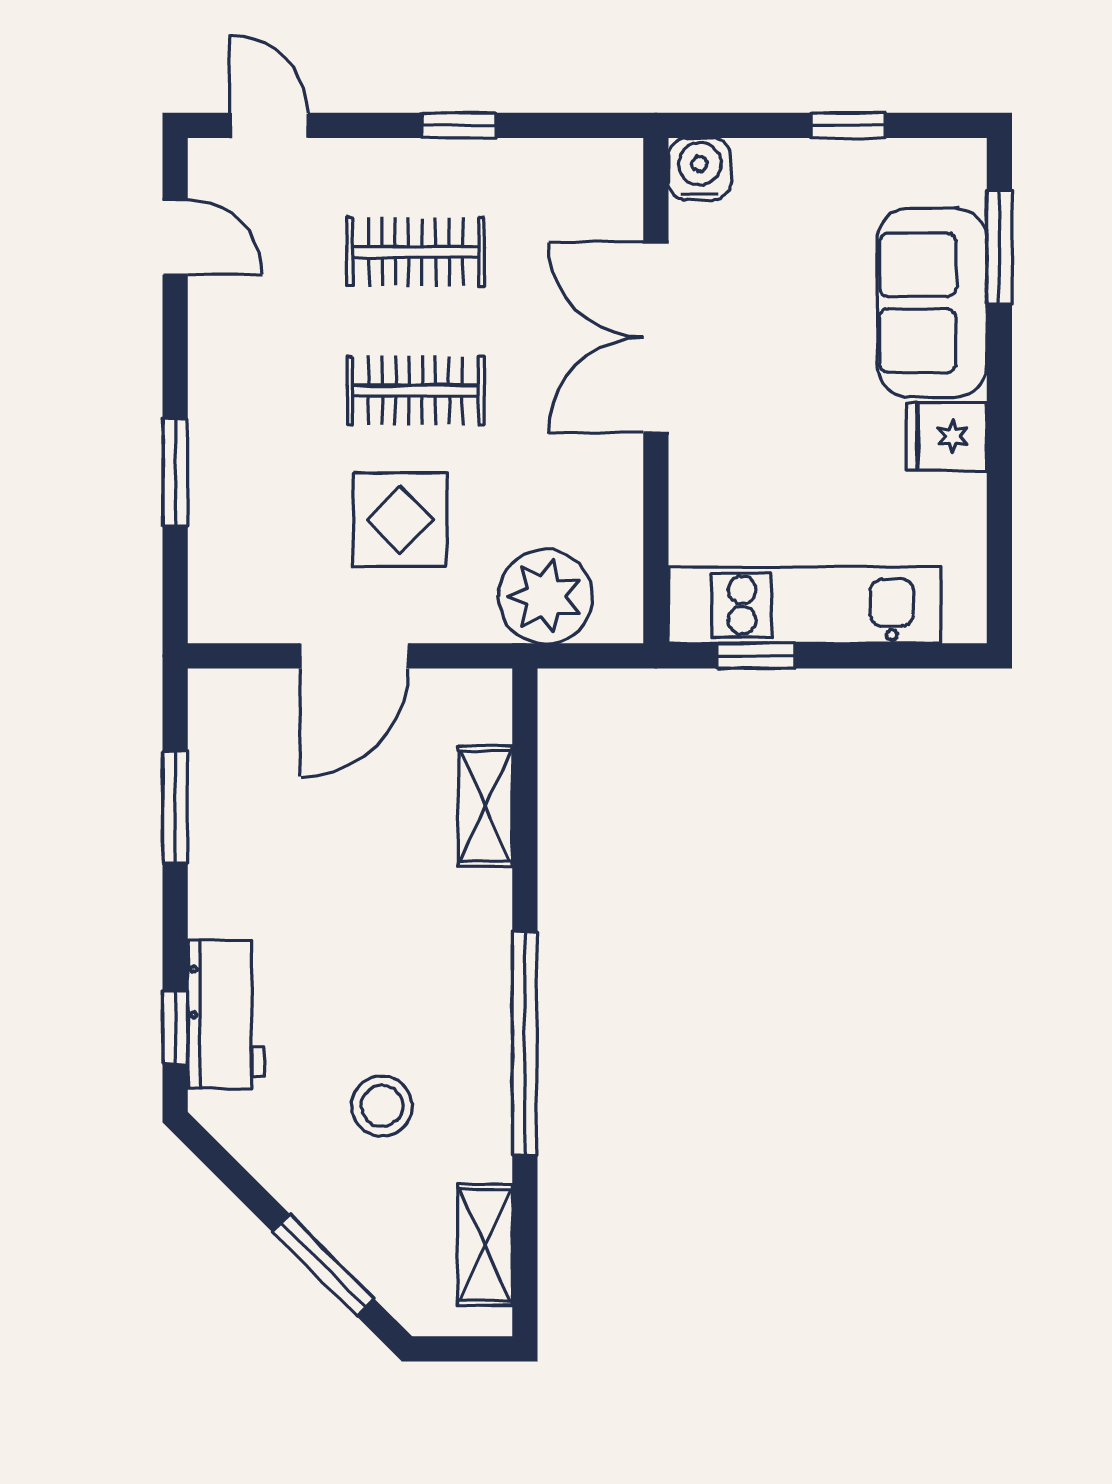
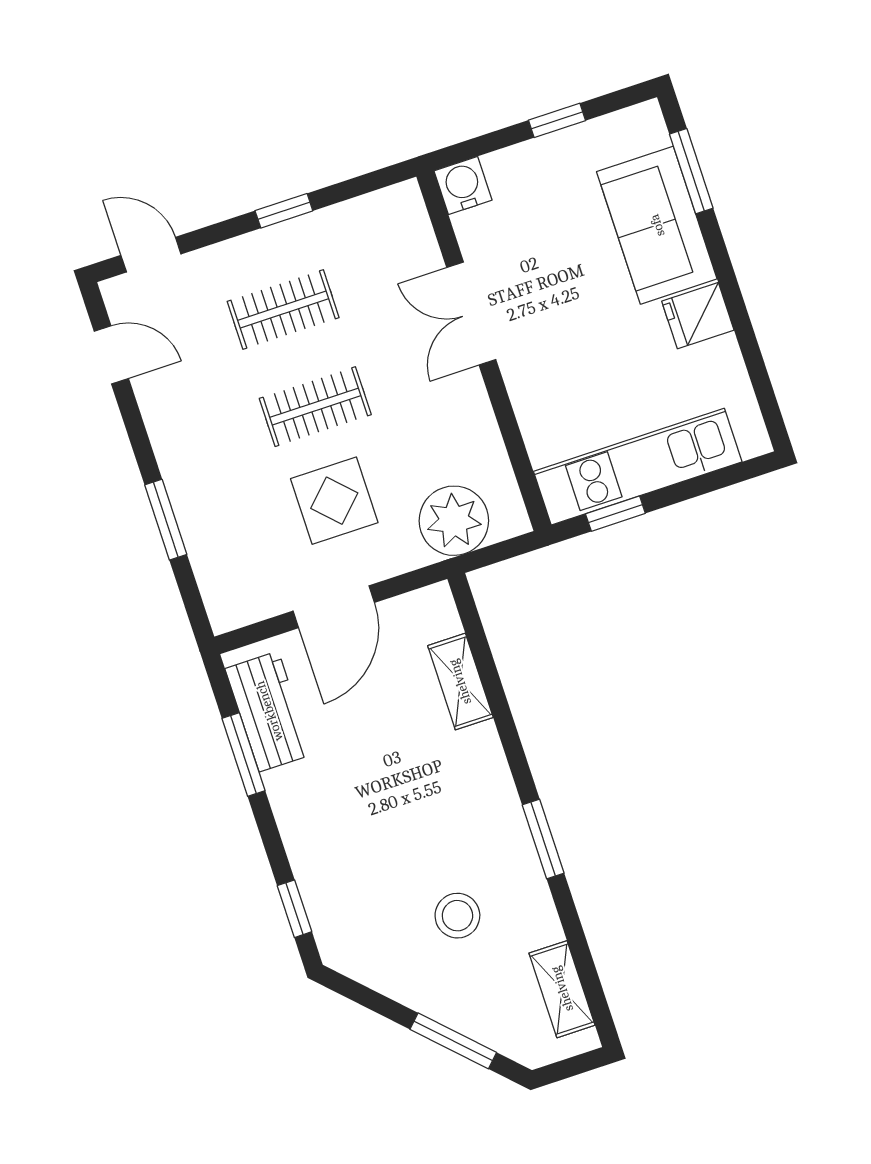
double door: (656, 337) -> (471, 314), width x0.73
workbench: (226, 1014) -> (269, 711), moved
window: (525, 1044) -> (543, 839), width x0.47

